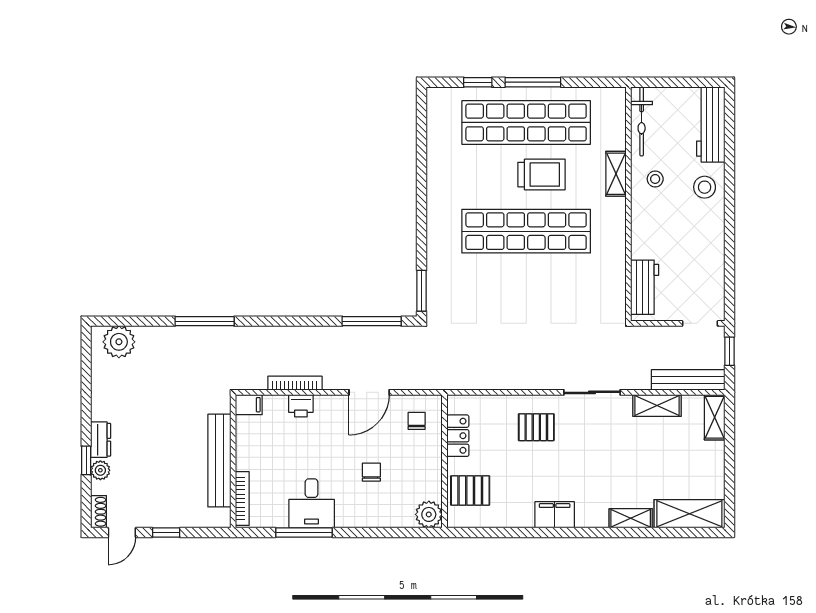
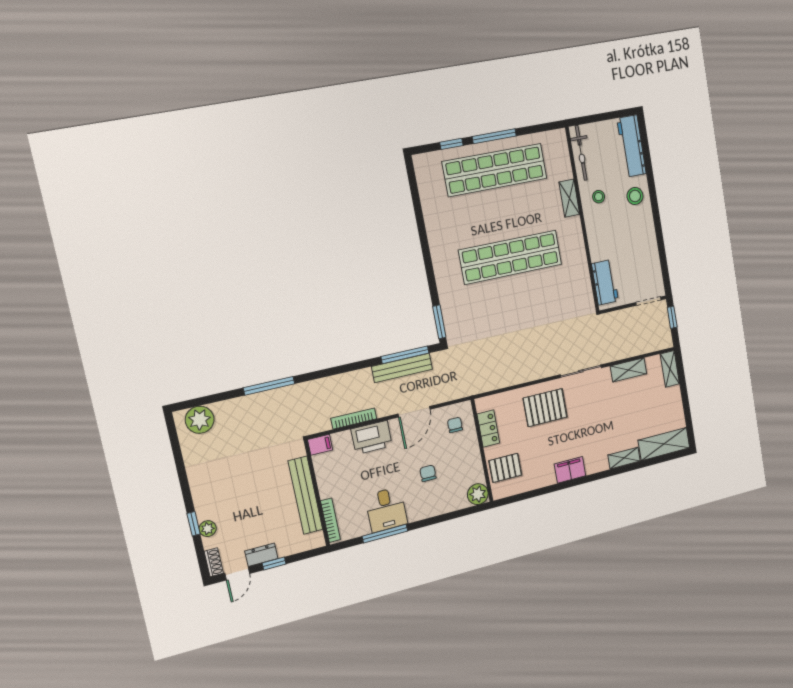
trolley: (541, 175) -> (514, 210), removed
bench: (688, 380) -> (402, 368), moved
printer: (301, 406) -> (372, 437), width x1.87, depth x1.48
pallet: (536, 427) -> (545, 408), width x1.50, depth x1.42
dresser: (101, 440) -> (261, 555), moved, turned -90

